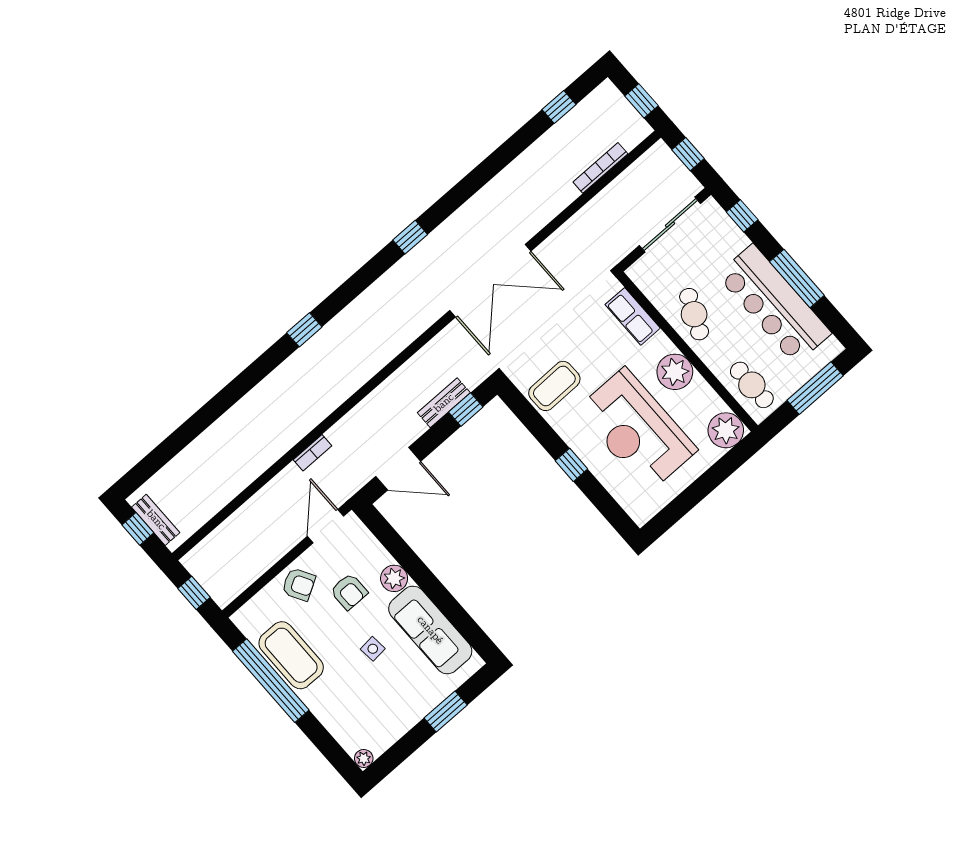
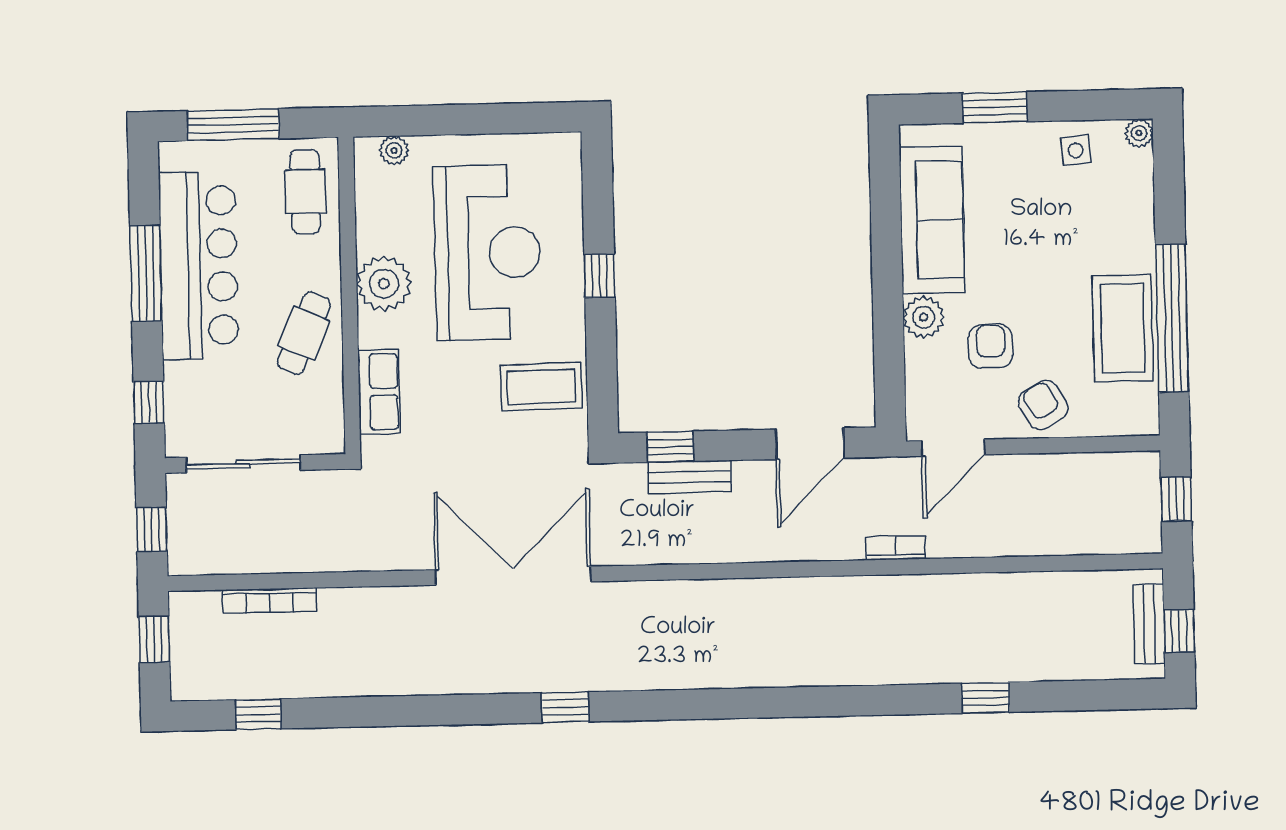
window: (304, 330) -> (986, 698), moved
plant: (726, 430) -> (394, 150), width x0.53, depth x0.53
door: (398, 469) -> (810, 444), swing flipped
side table: (373, 649) -> (1076, 150), moved

